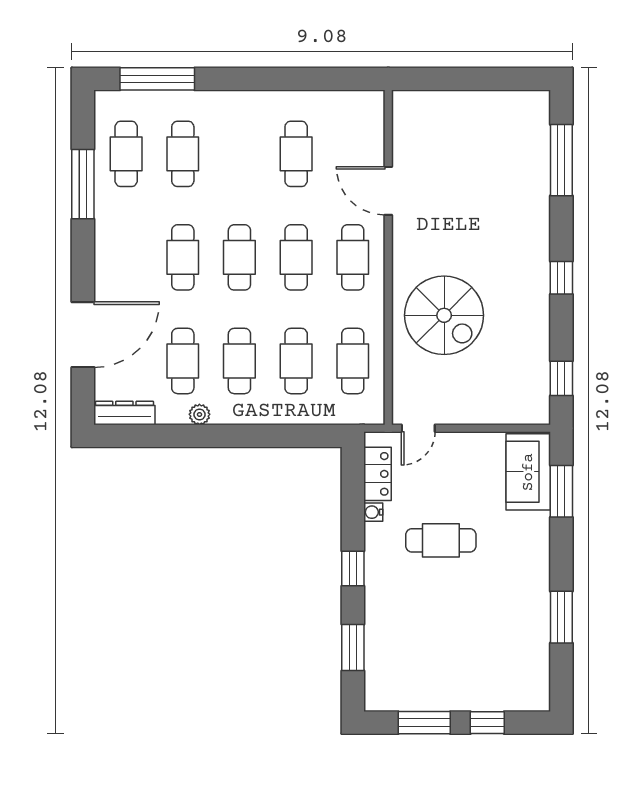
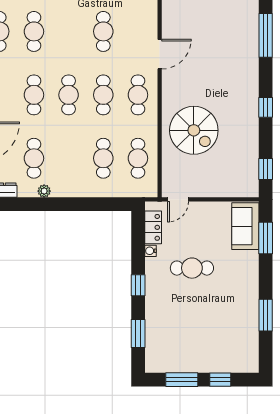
door: (388, 191) -> (160, 54), swing flipped
cafe table: (239, 361) -> (69, 158), removed

